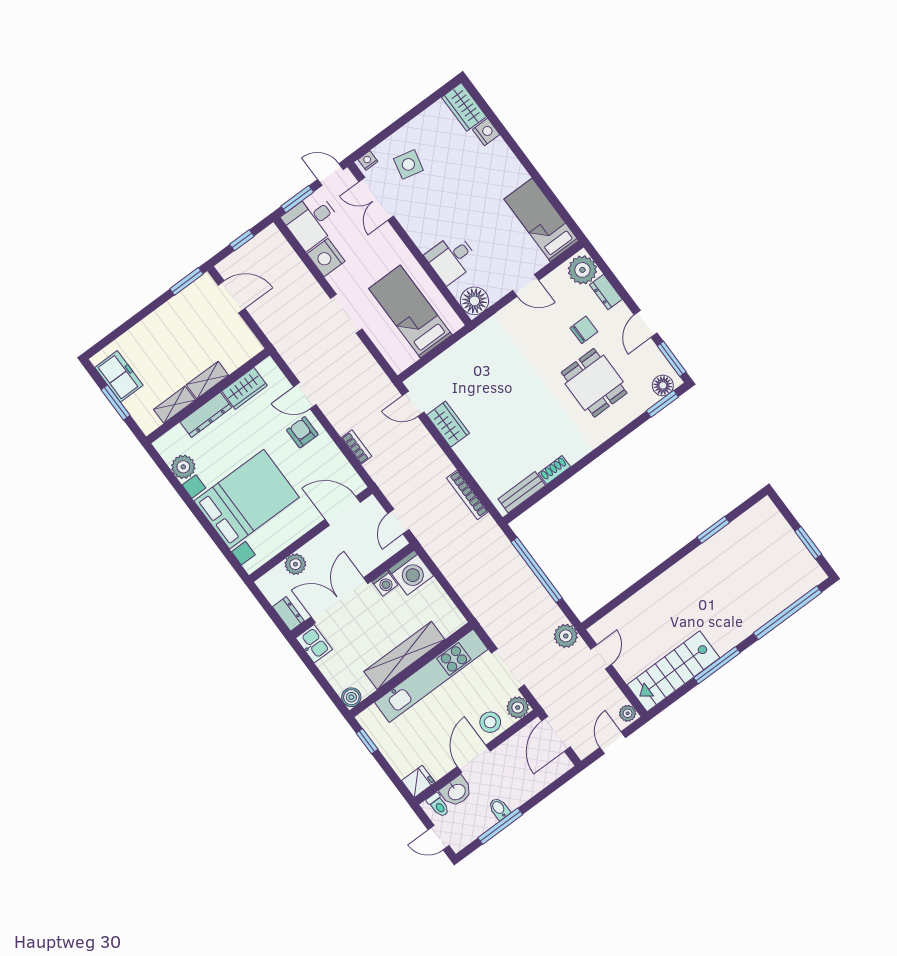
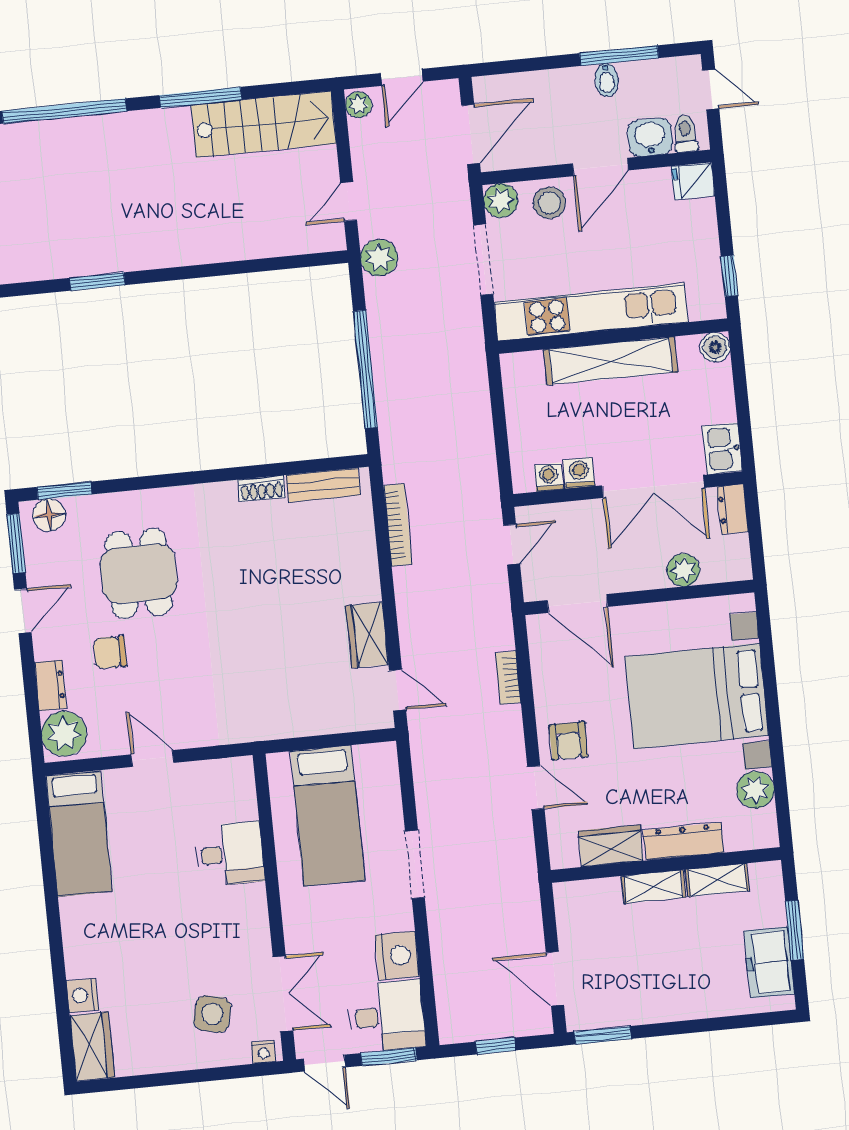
floor lamp: (474, 301) -> (233, 779), removed
washing machine: (411, 573) -> (549, 477), width x0.53, depth x0.53

